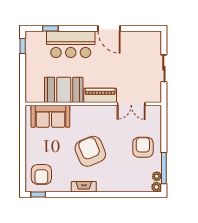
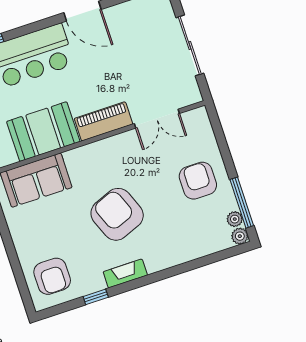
sliding door: (164, 68) -> (190, 45), width x1.37
window: (38, 194) -> (96, 297), moved

